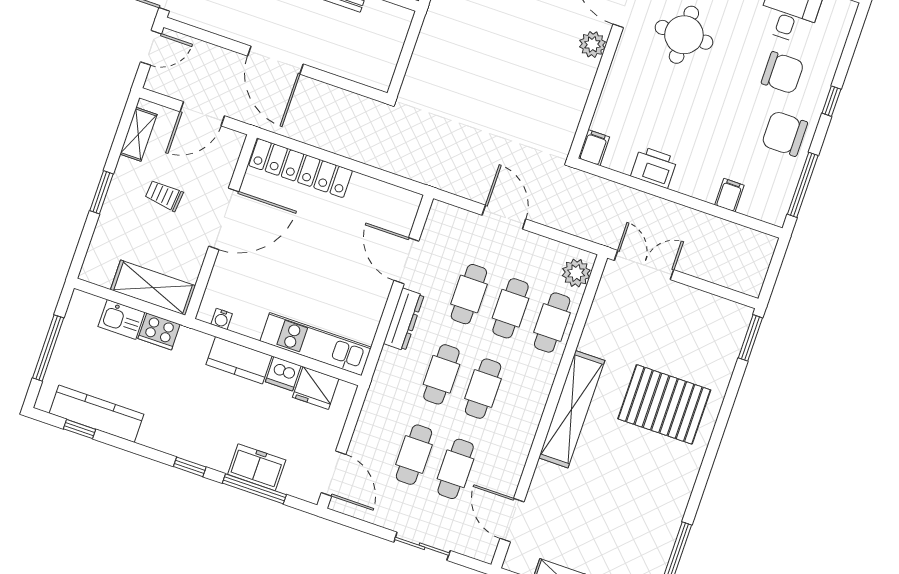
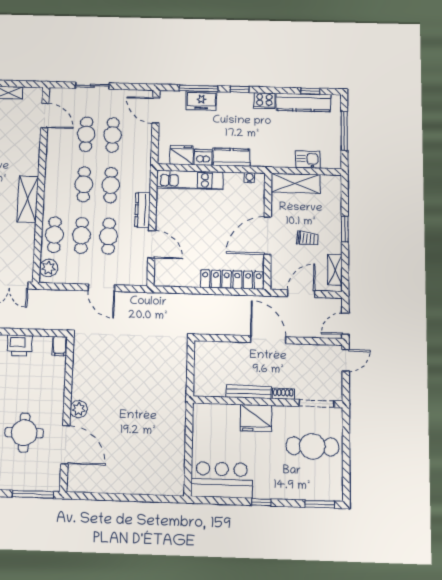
cooker: (159, 331) -> (264, 101), moved, turned 180
shelving: (572, 409) -> (28, 199), width x0.68

